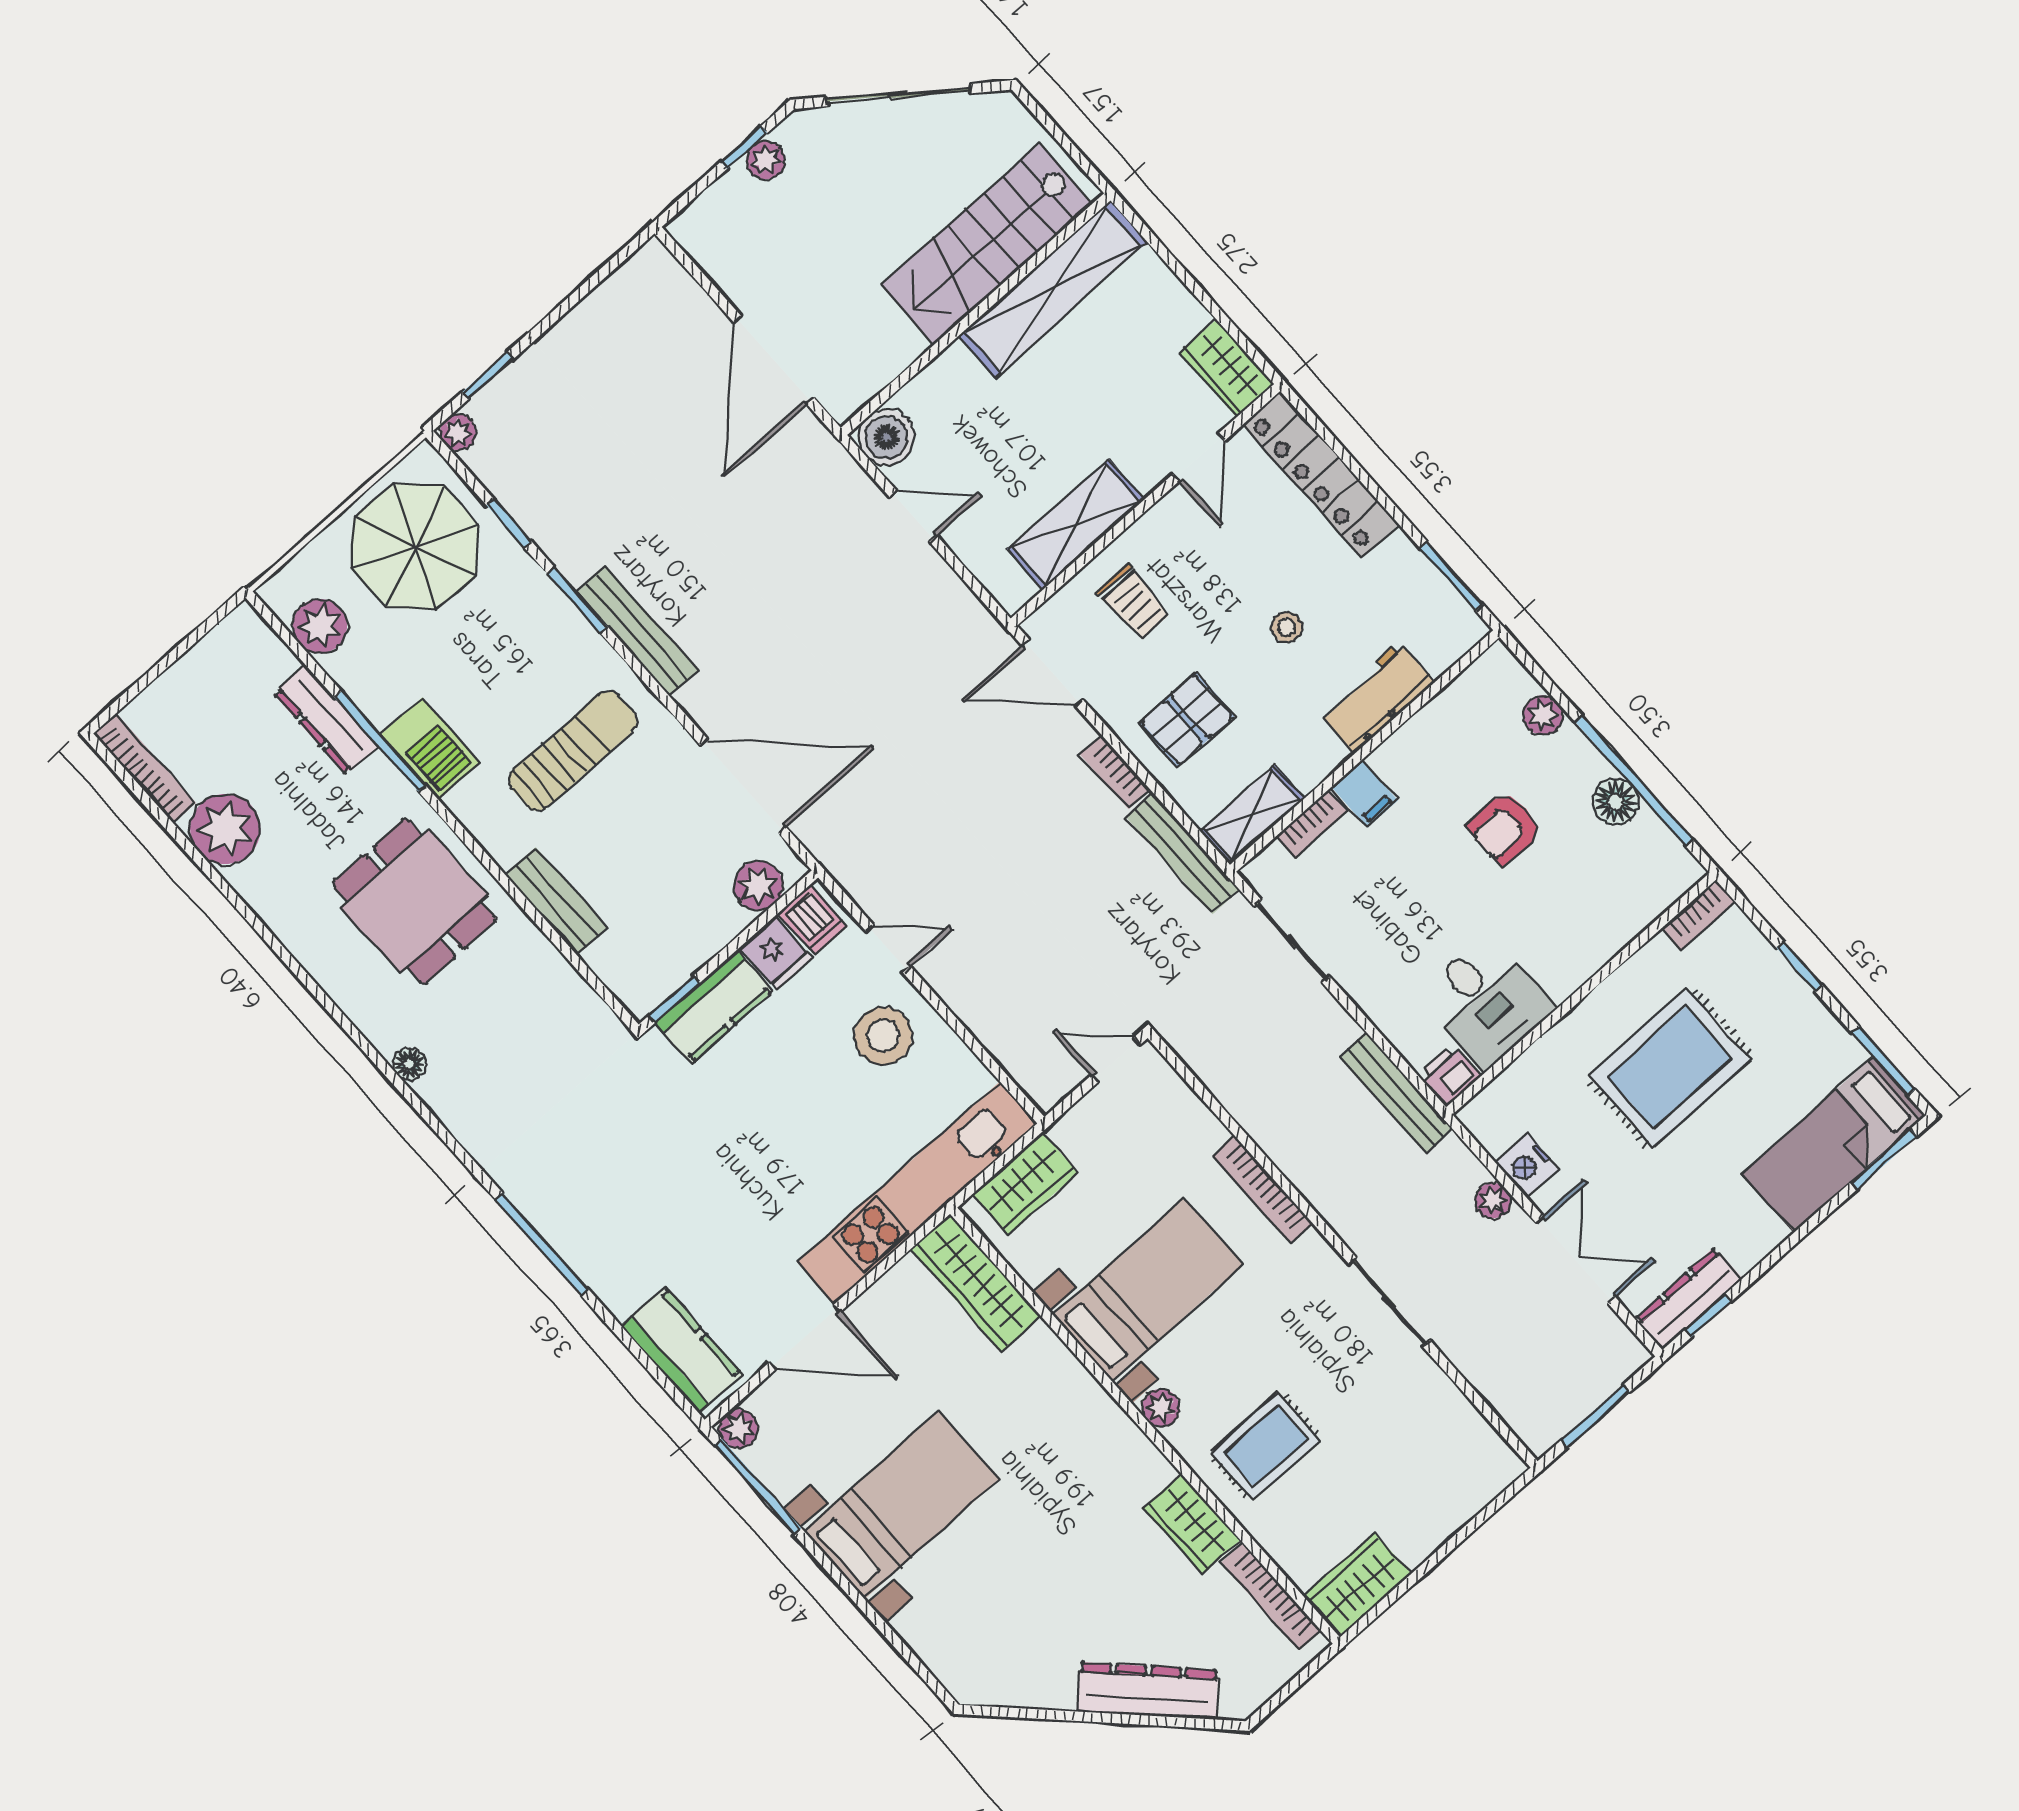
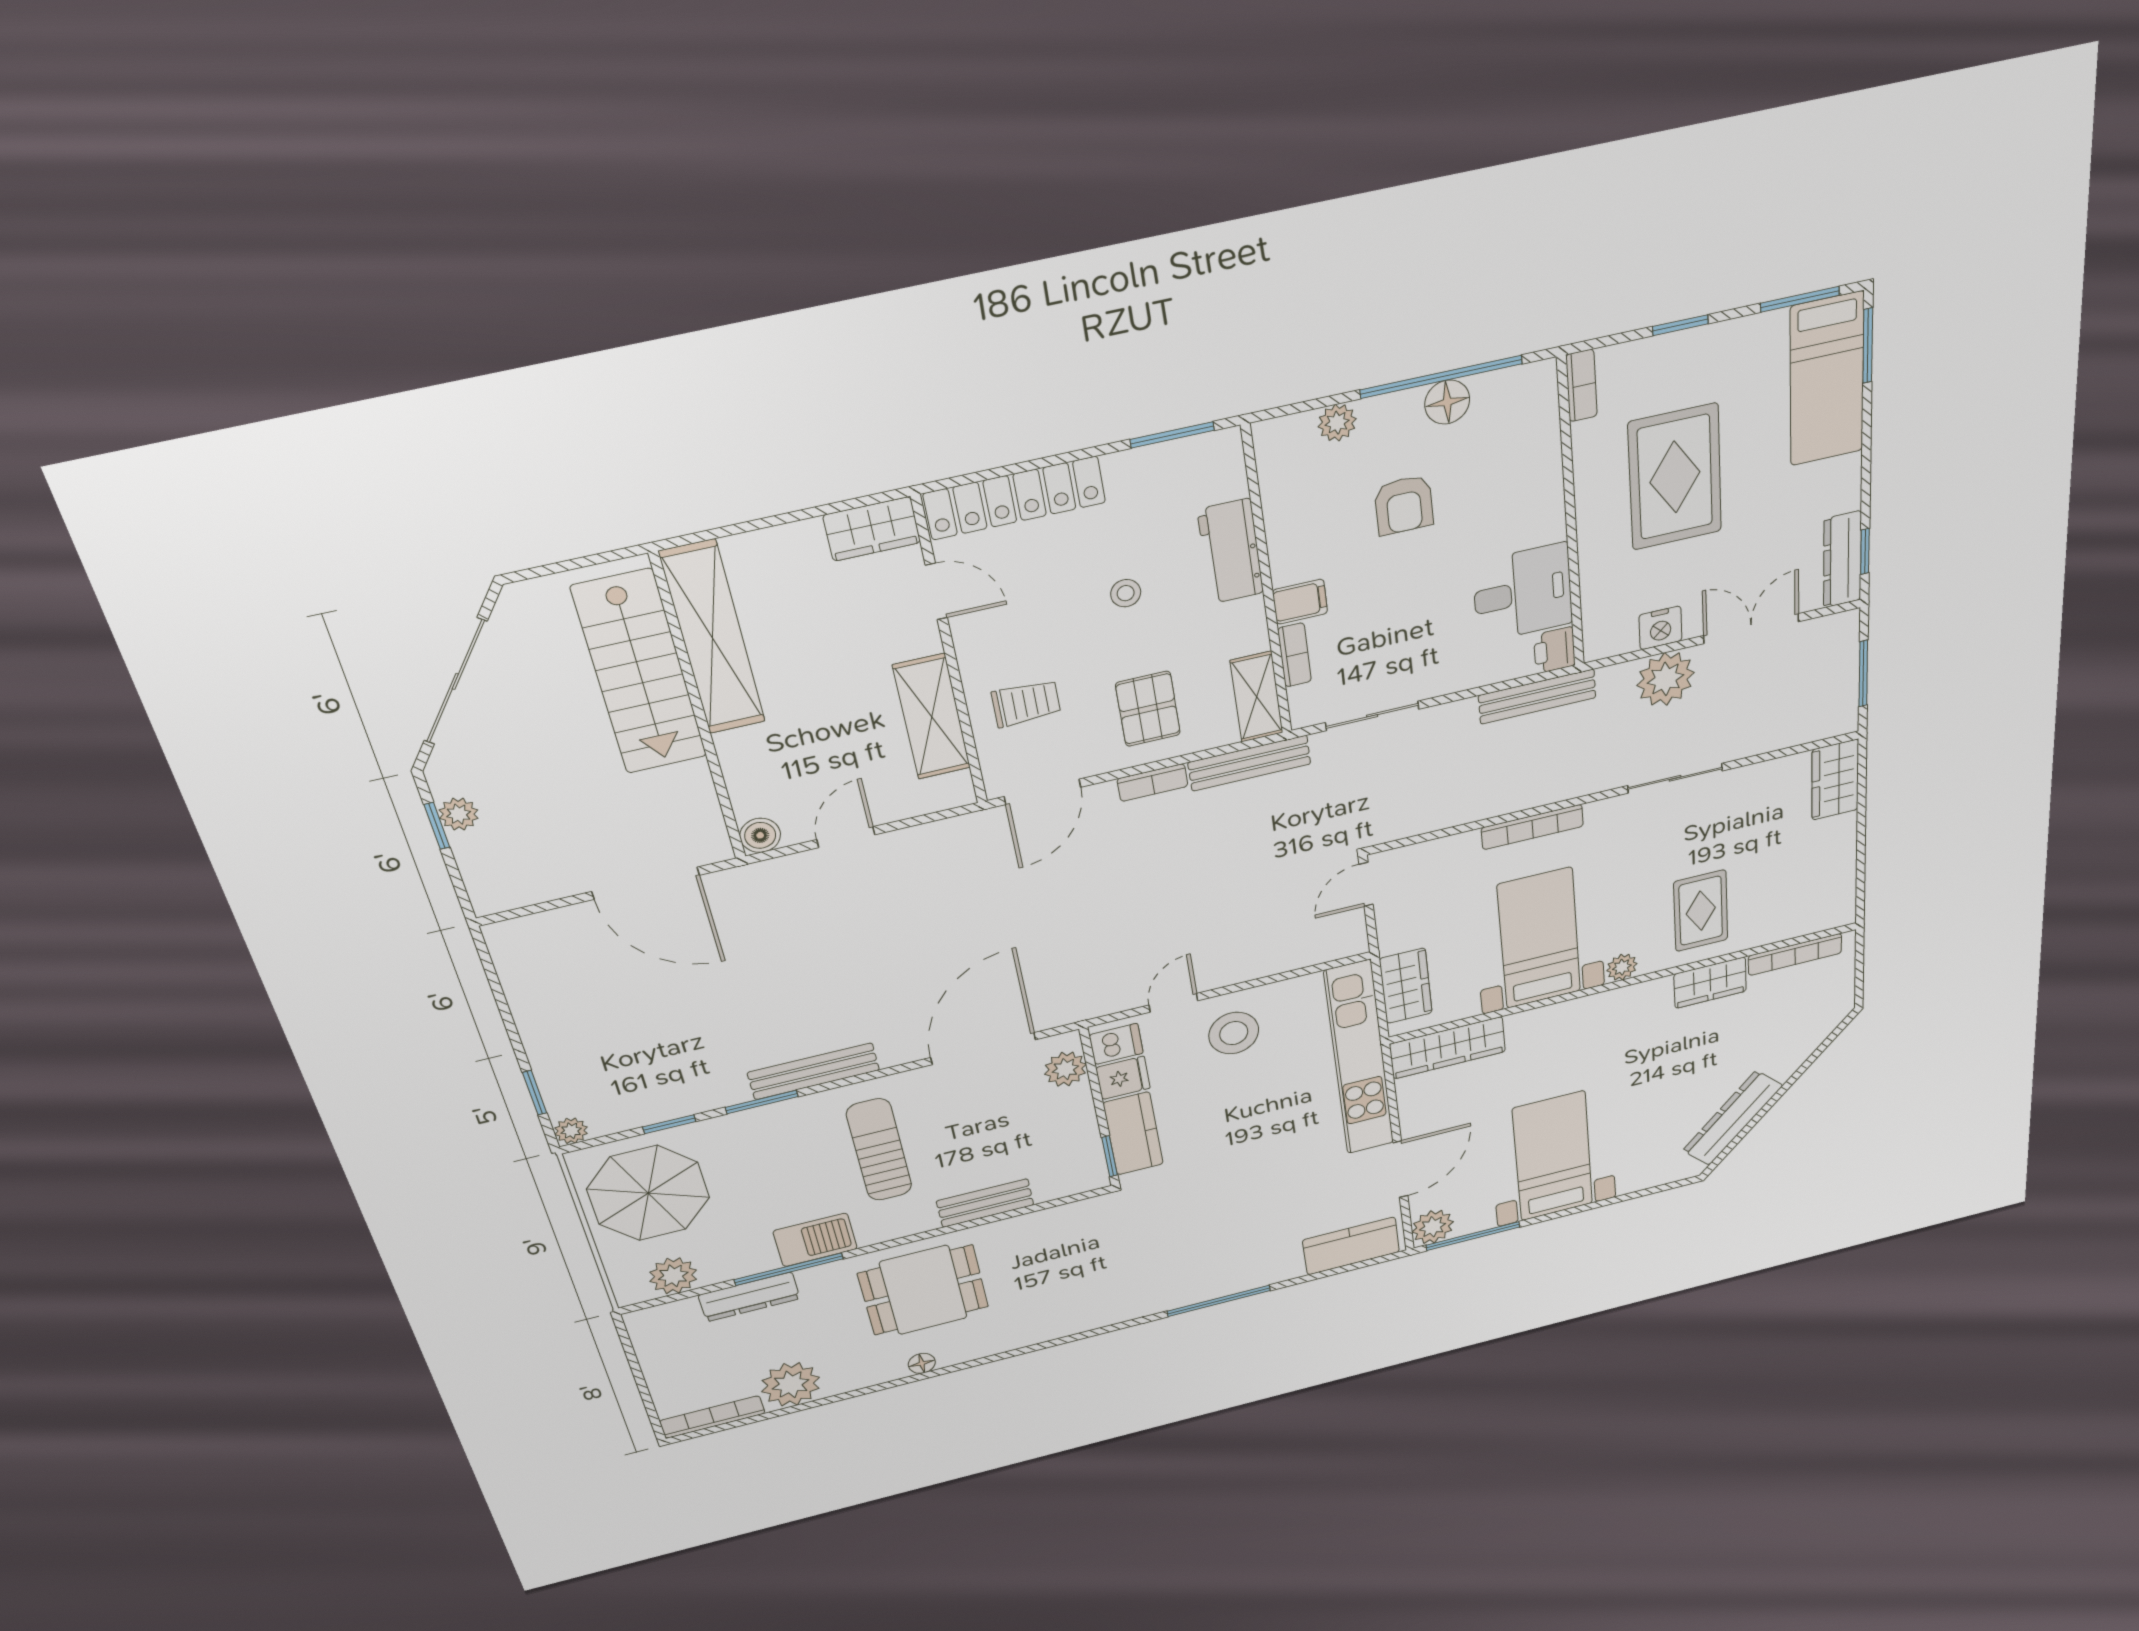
boiler: (886, 437) -> (760, 835), width x0.73, depth x0.73
floor lamp: (409, 1064) -> (922, 1363), moved
plant: (1493, 1201) -> (1666, 679), width x1.88, depth x1.88
plant: (738, 1428) -> (1433, 1227), width x1.38, depth x1.38
wardrobe: (1357, 1585) -> (1835, 780), moved
dresser: (1148, 1691) -> (1732, 1118), moved

